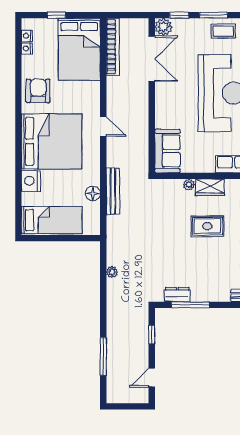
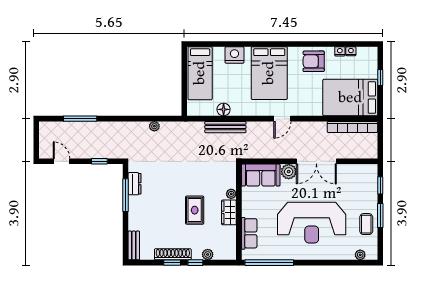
plant: (164, 27) -> (289, 172), moved
nightstand: (27, 36) -> (340, 51), moved
double door: (152, 59) -> (316, 161), moved
armchair: (38, 91) -> (314, 61), turned 180
bed: (52, 141) -> (269, 73), width x0.73

